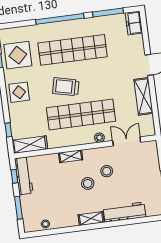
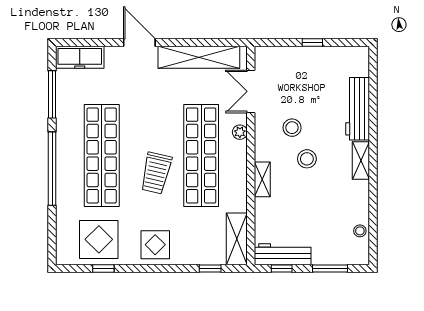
freezer: (134, 23) -> (80, 57), width x1.40
shelving: (144, 96) -> (199, 57), width x1.47

